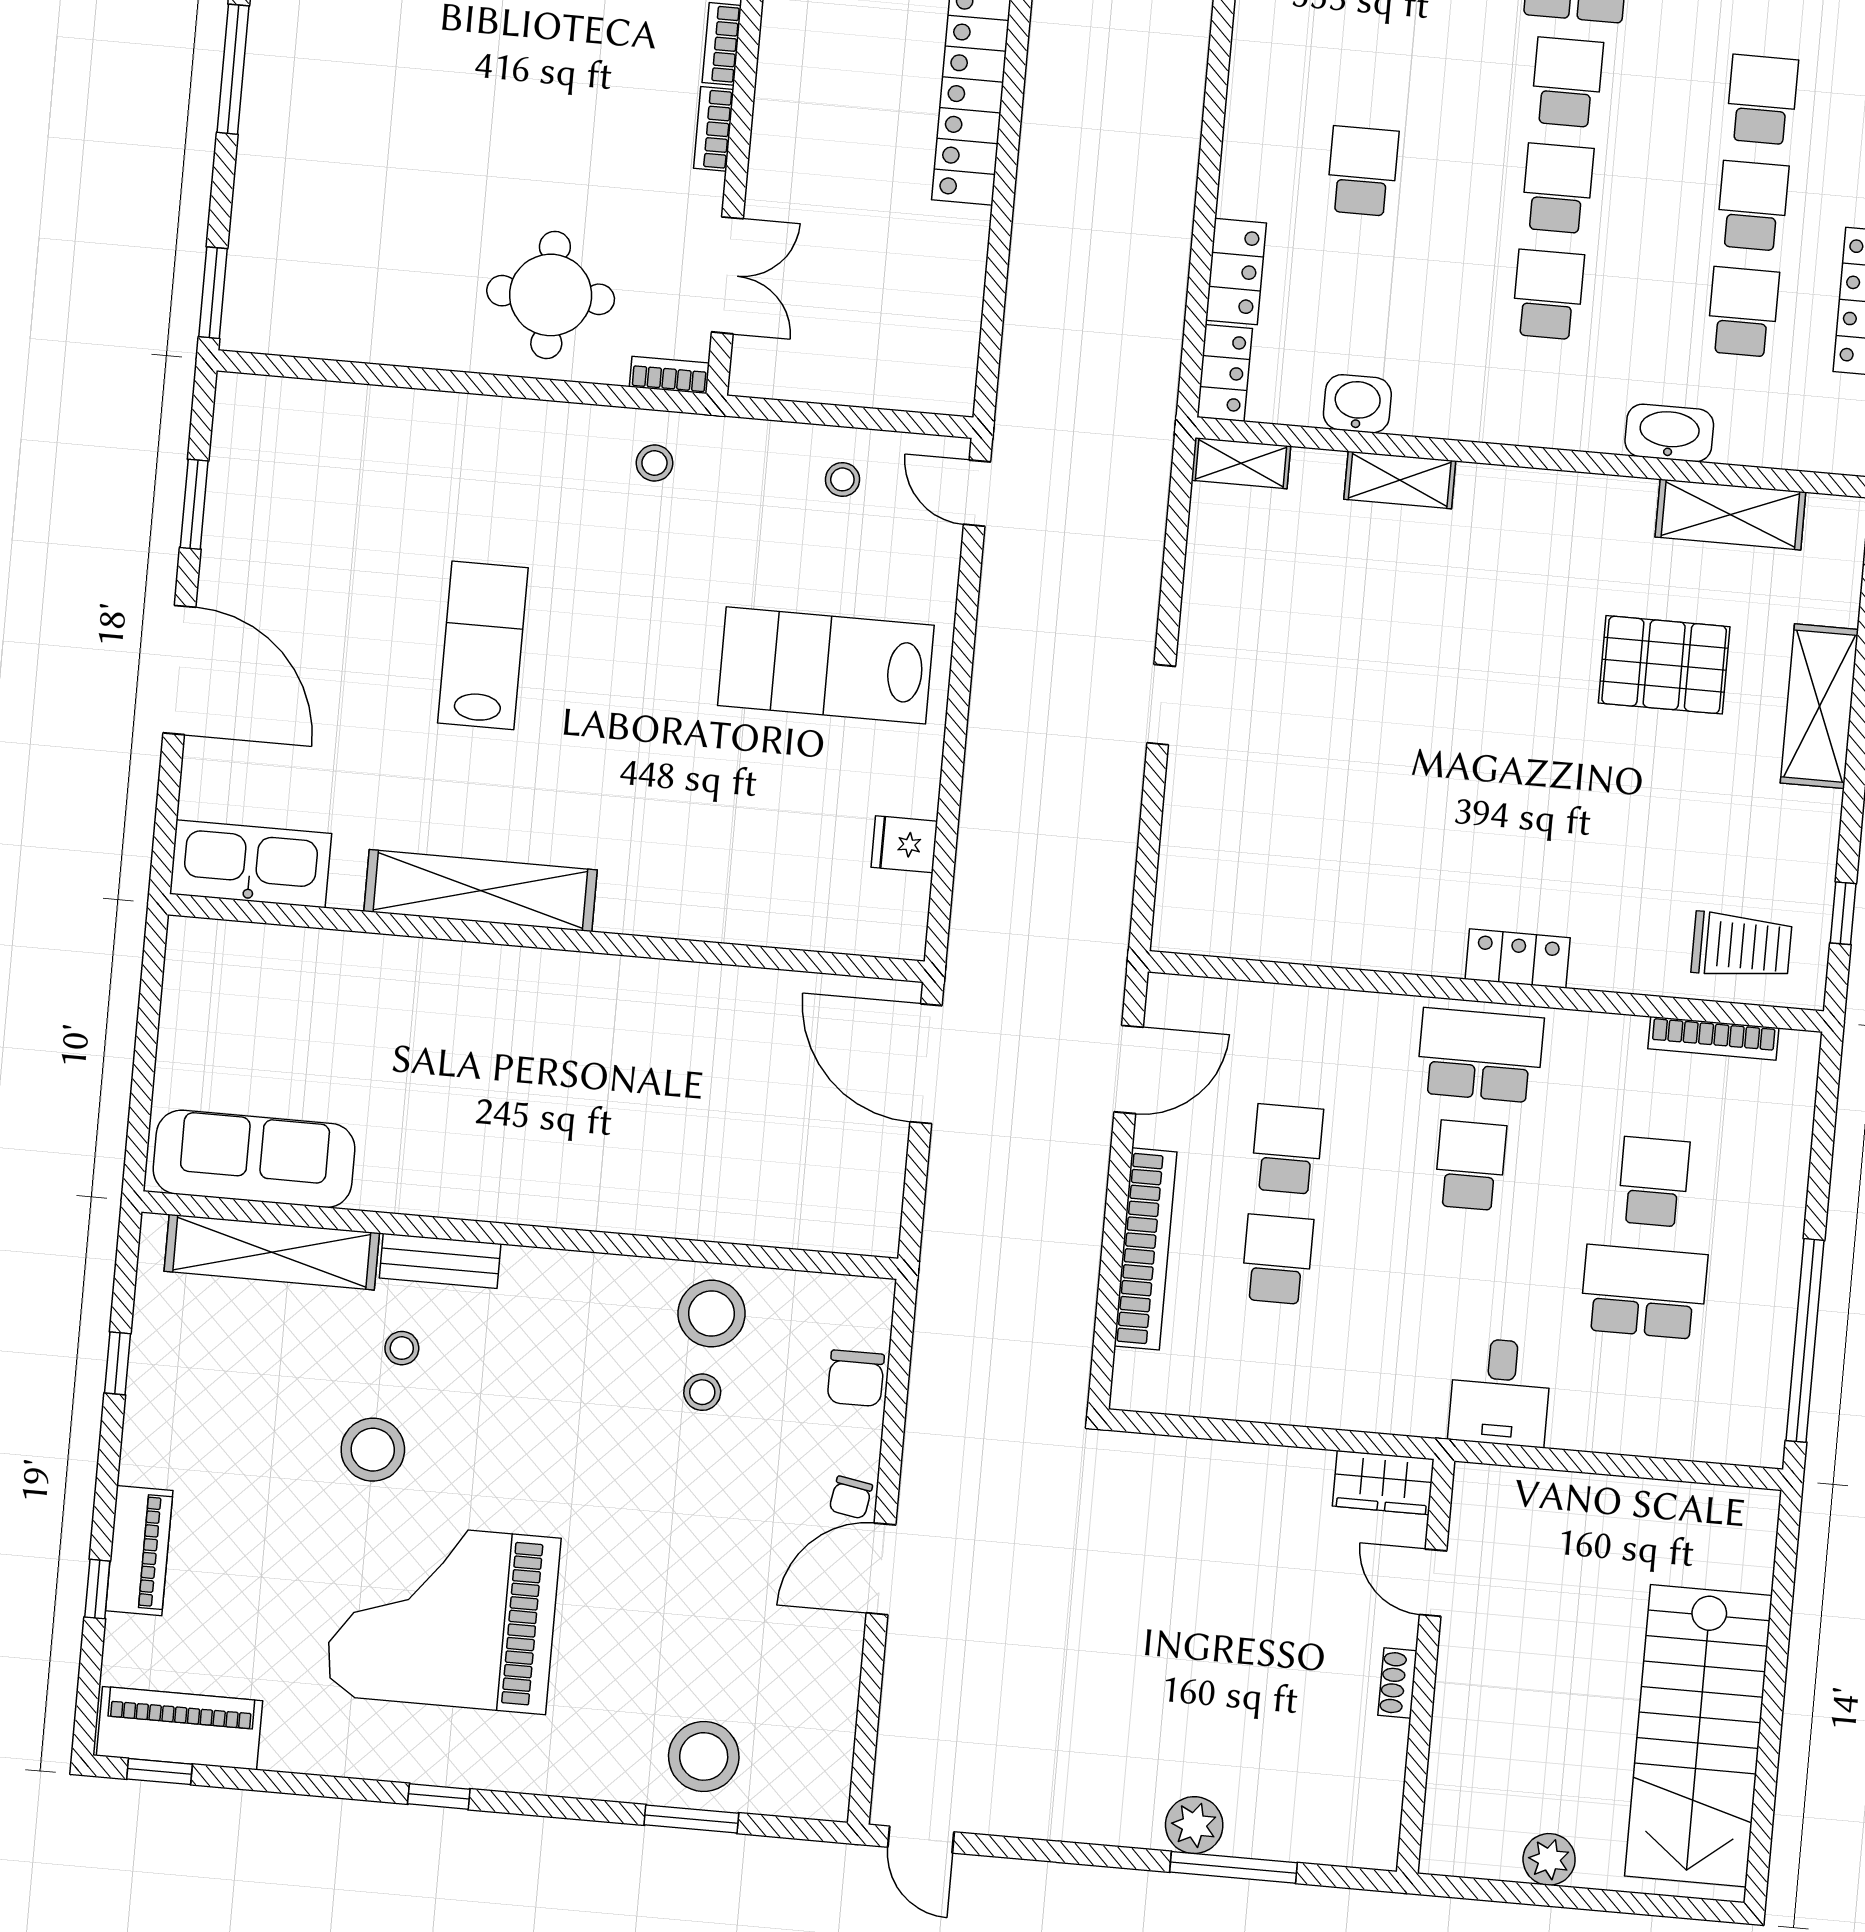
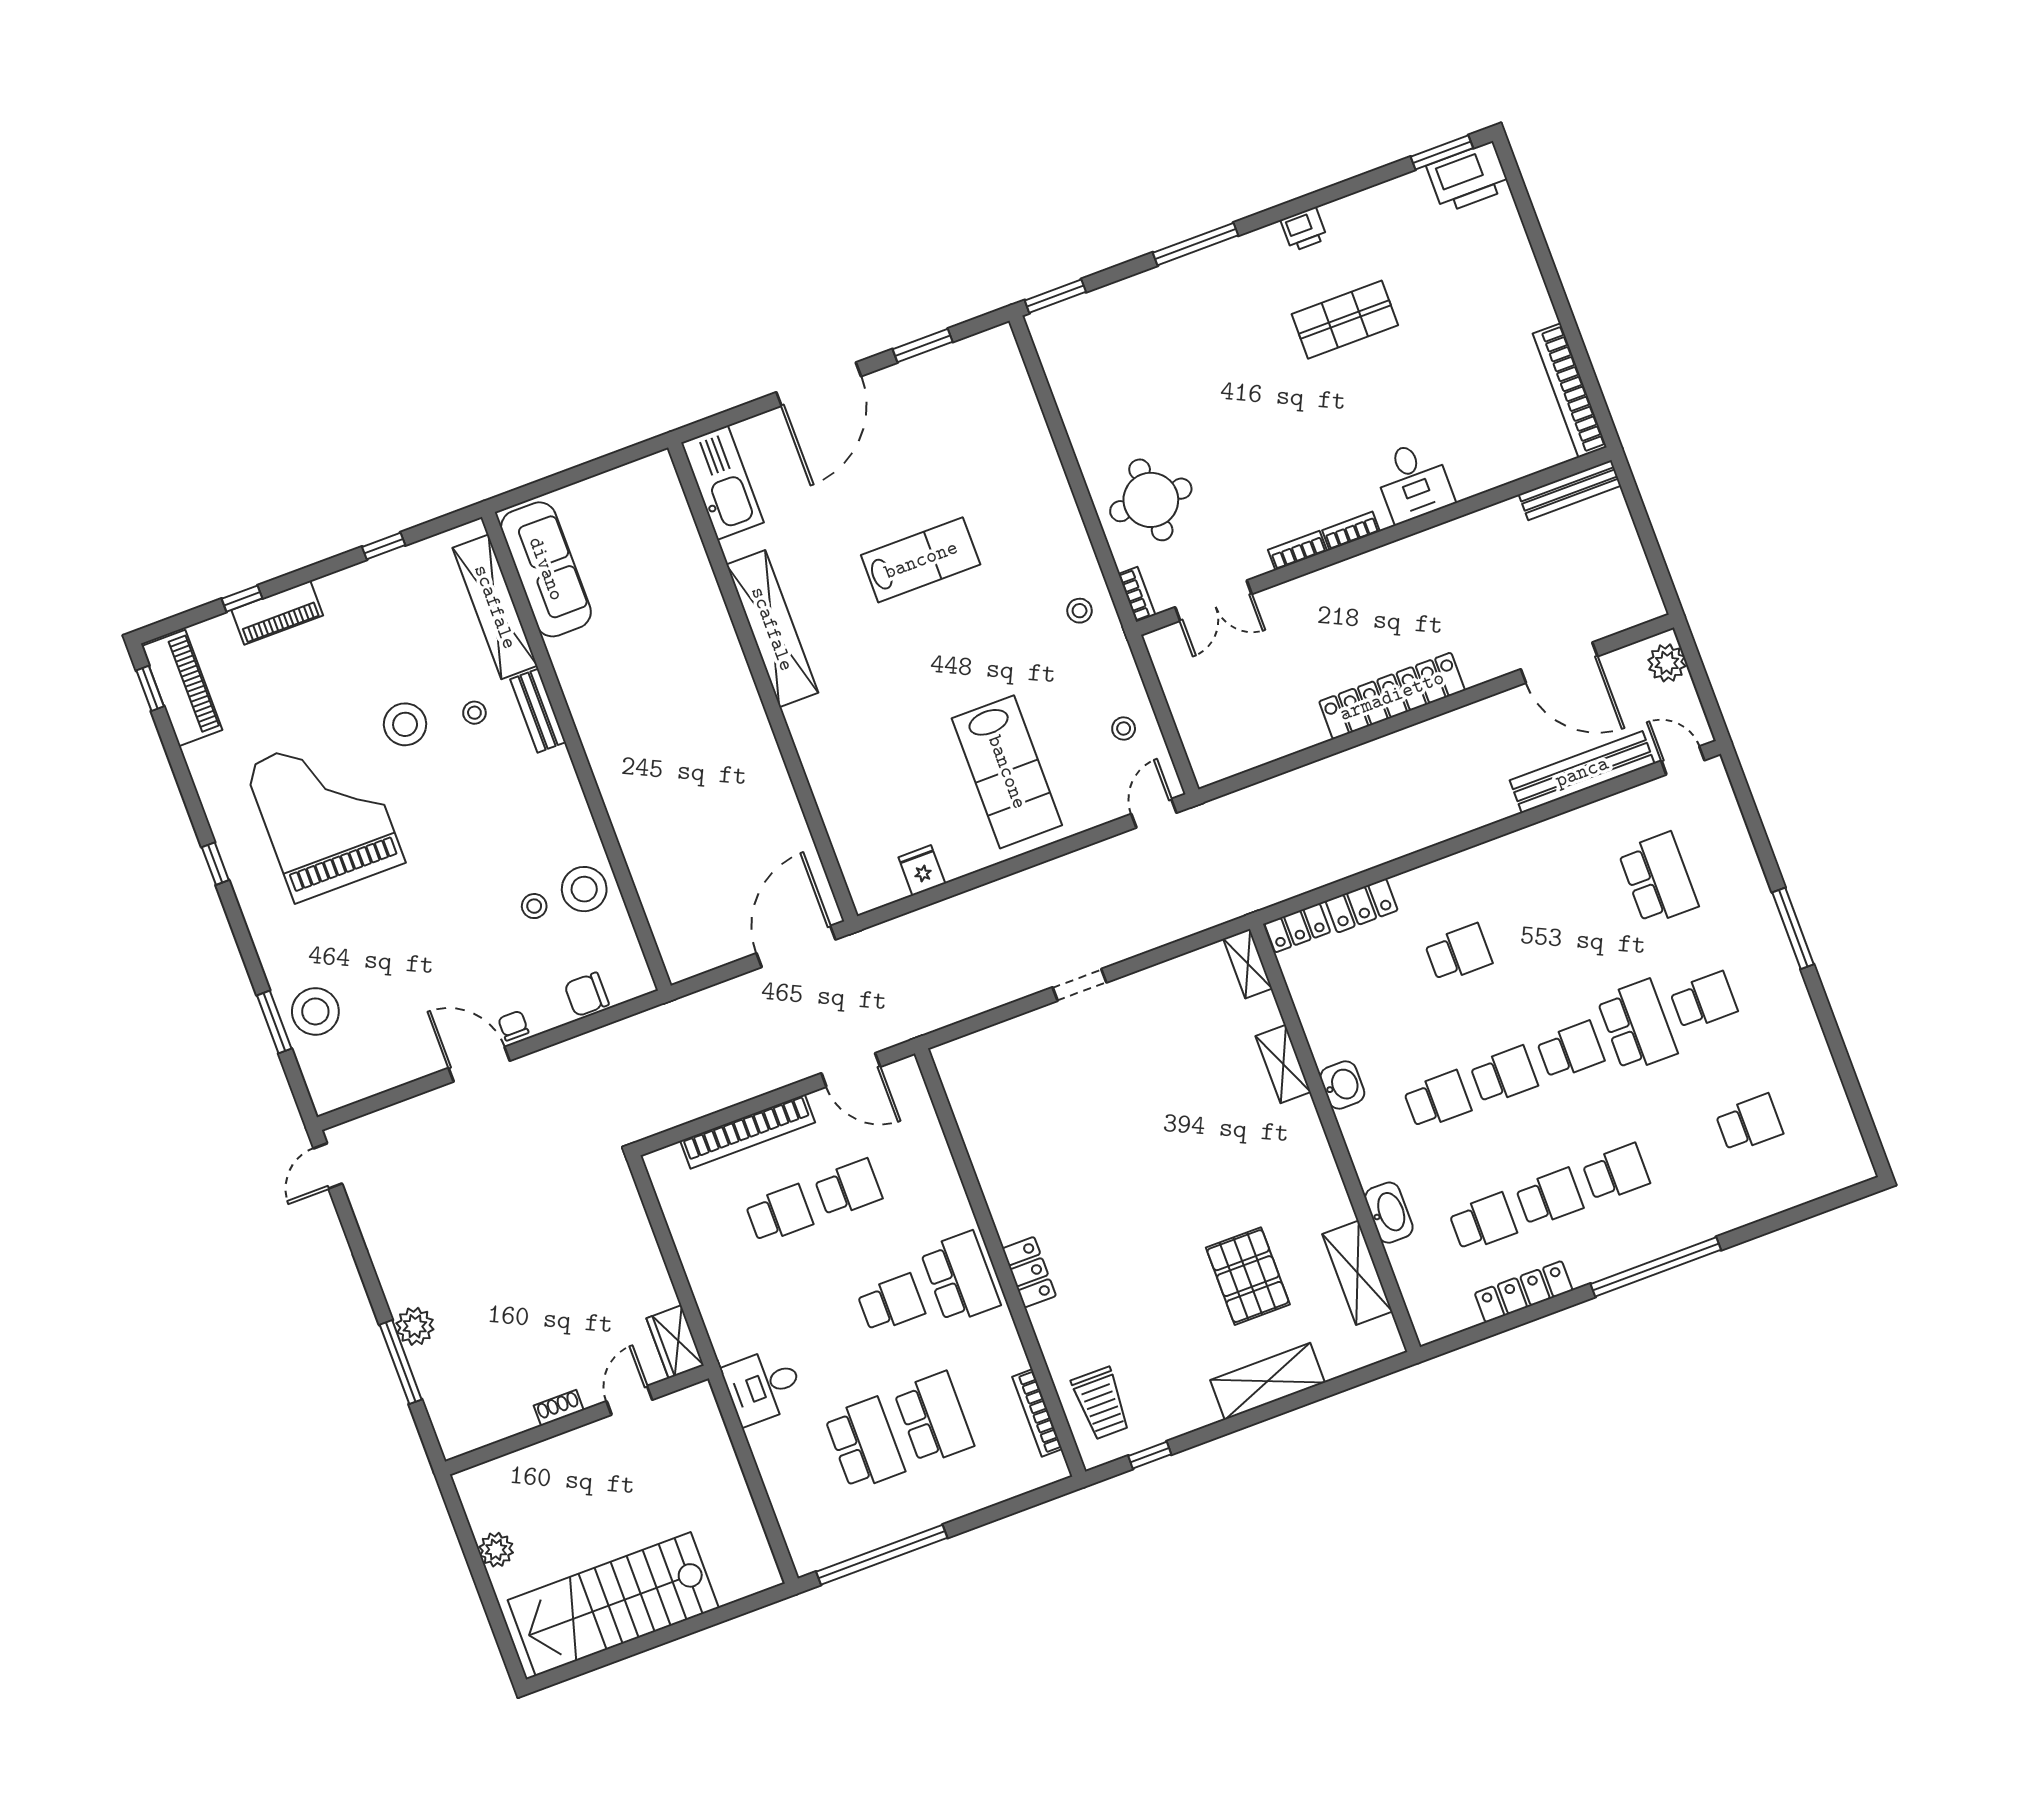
washbasin: (1357, 404) -> (1342, 1085), moved
lab bench: (826, 665) -> (1007, 772), turned 180
school desk: (1654, 1182) -> (934, 1418), width x1.85
chair: (851, 1498) -> (513, 1026), turned 80

